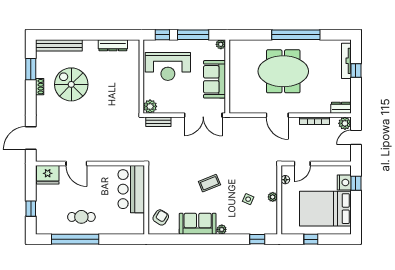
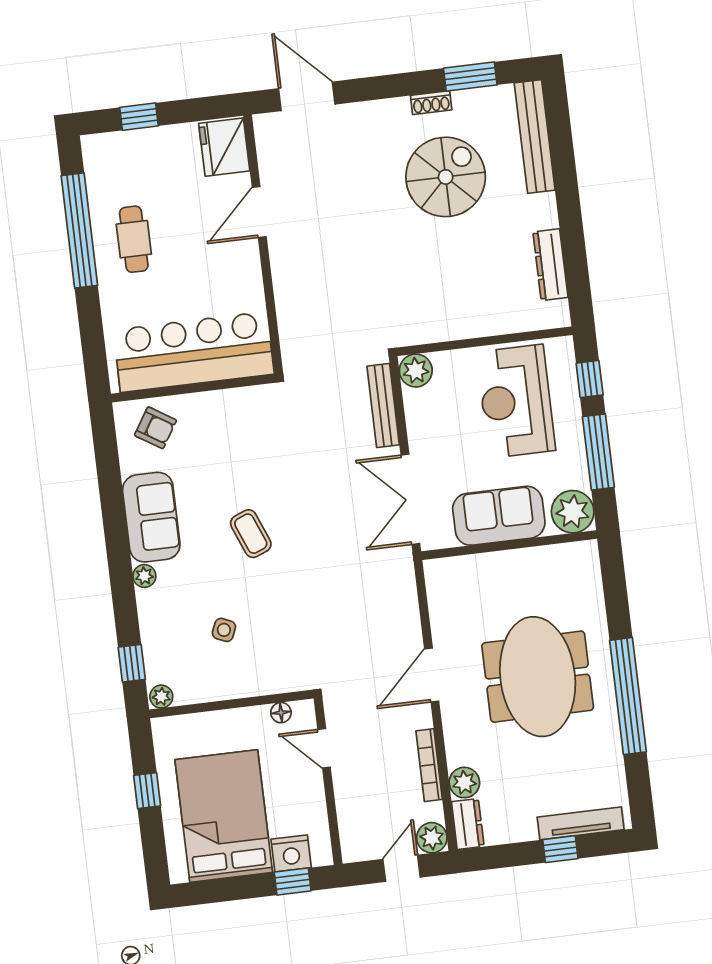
plant: (221, 44) -> (573, 512), width x1.88, depth x1.88
plant: (324, 107) -> (464, 783), added
bench: (158, 122) -> (383, 406), width x1.36
door: (356, 137) -> (402, 868), hinge flipped
bar counter: (131, 189) -> (194, 352), width x1.36
plant: (273, 197) -> (161, 697), moved

